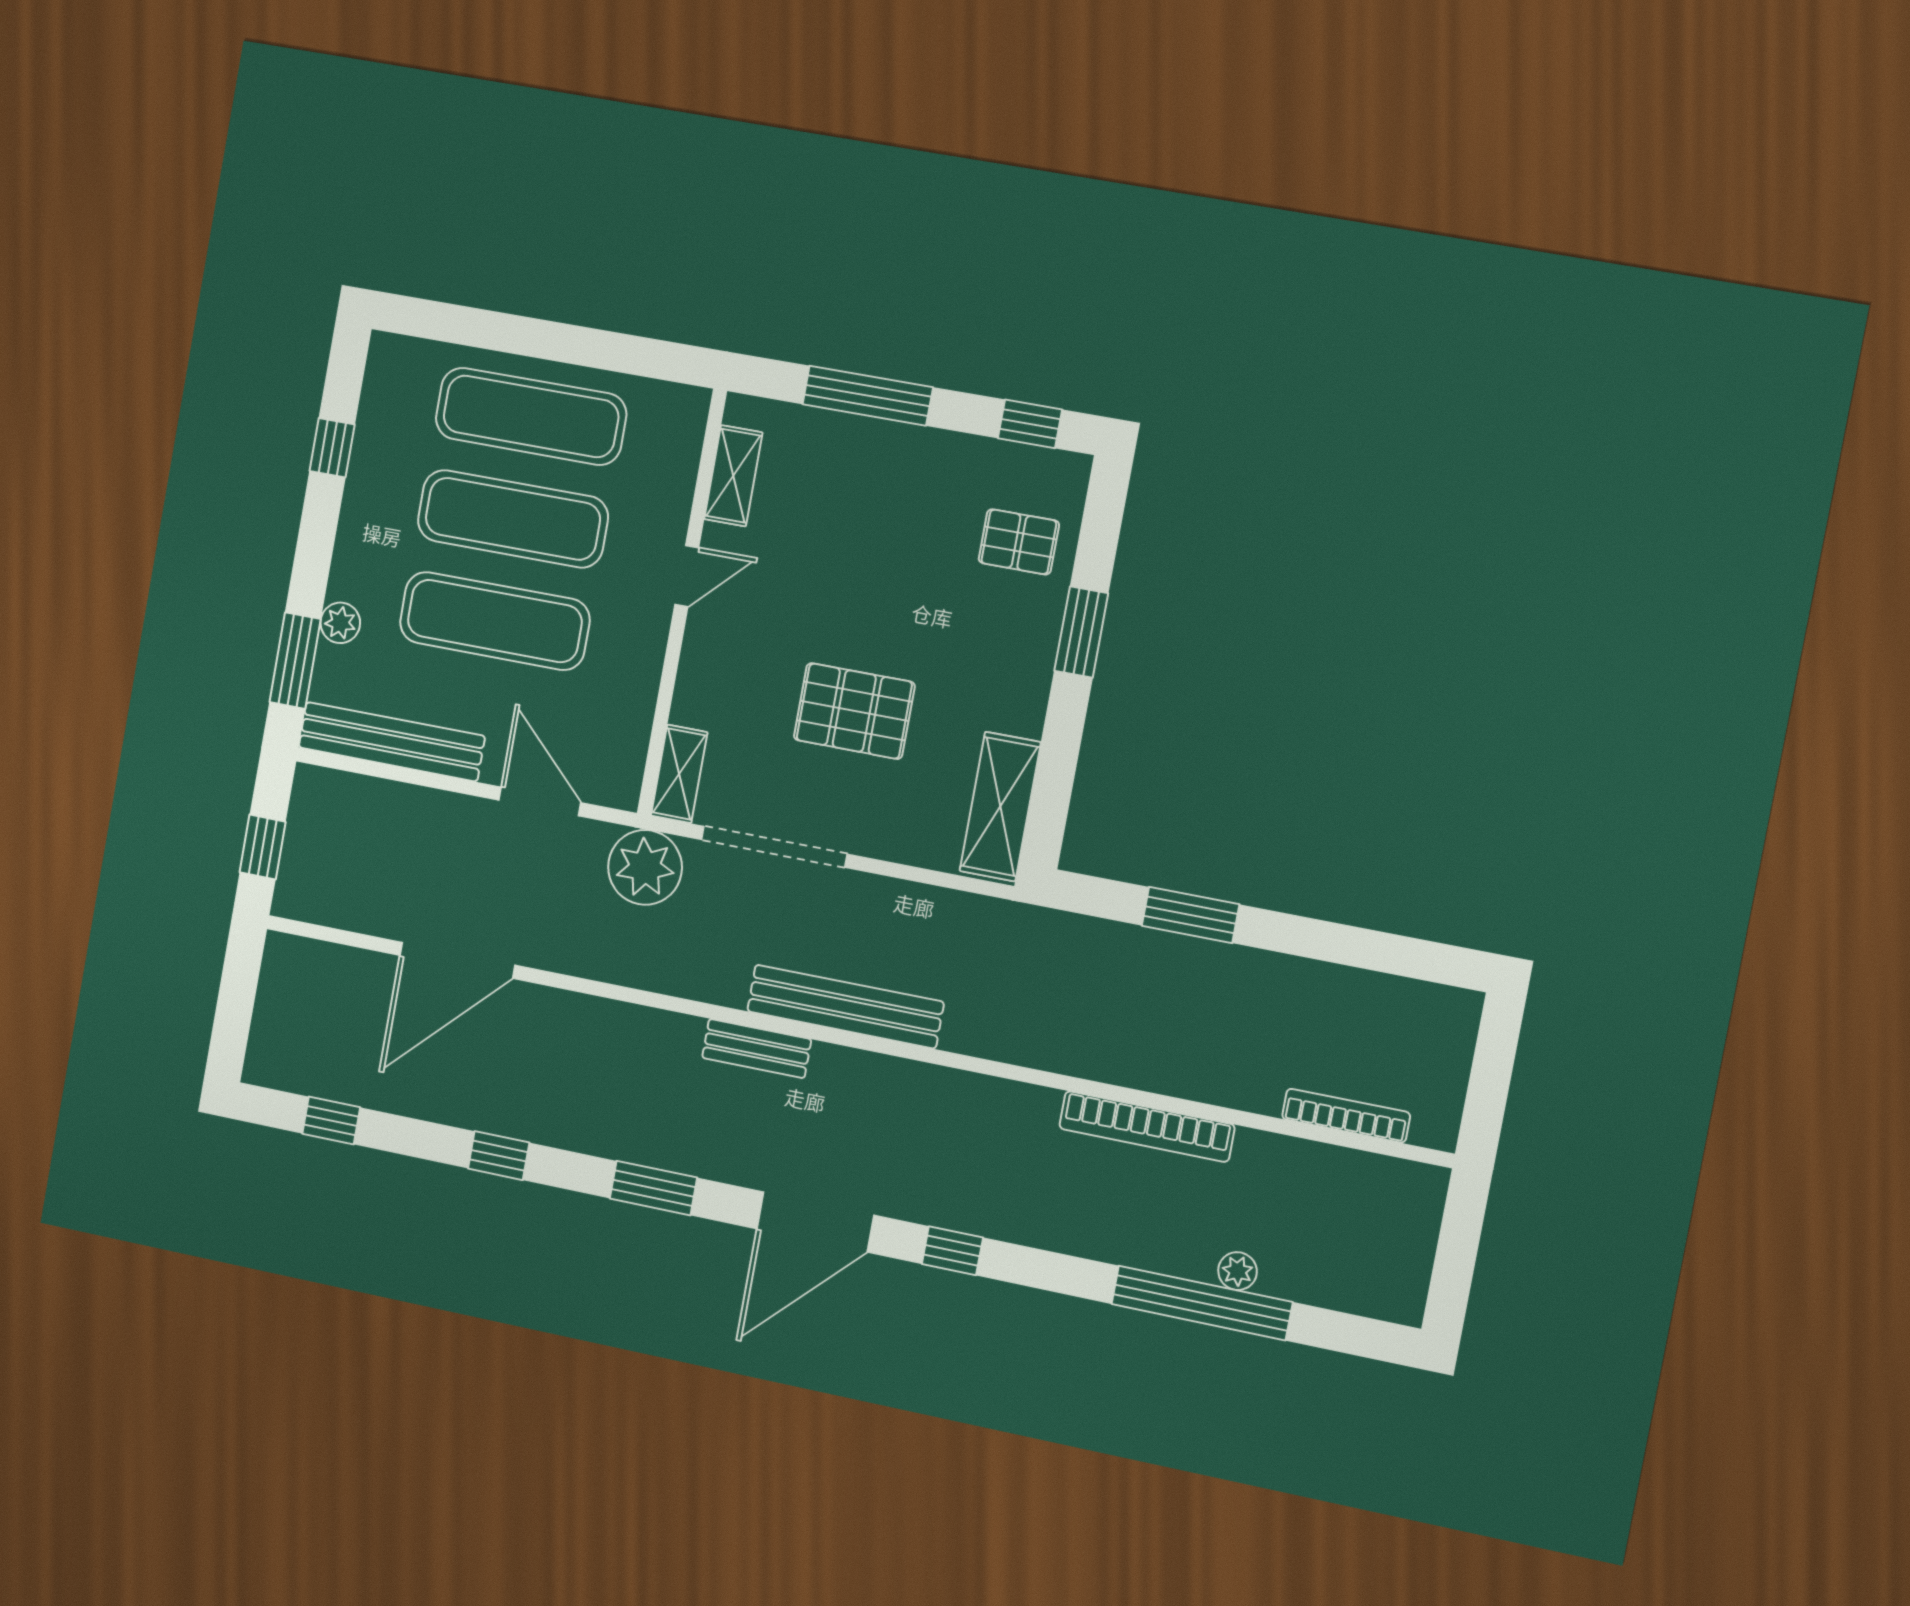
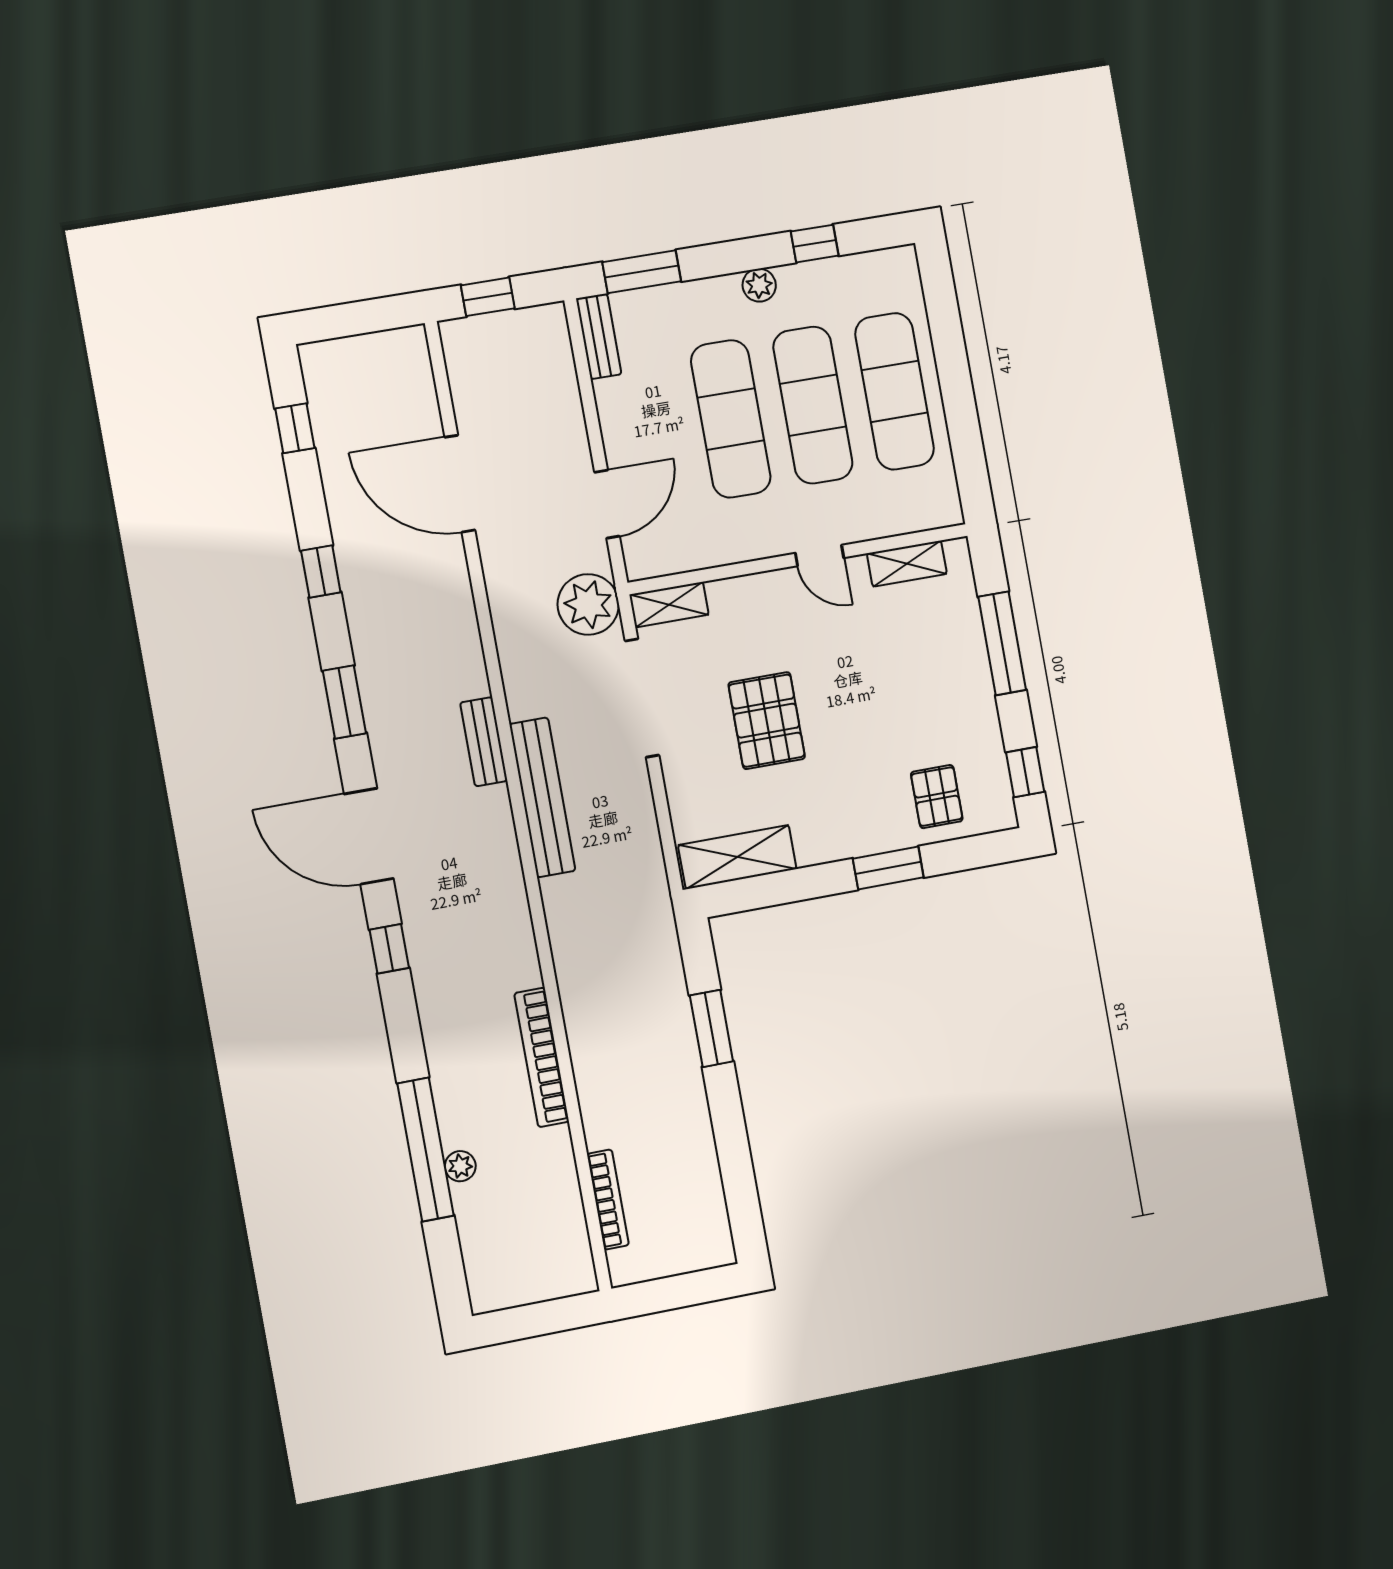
plant: (340, 623) -> (759, 285), moved
bench: (392, 742) -> (599, 336), width x0.54, depth x0.82

